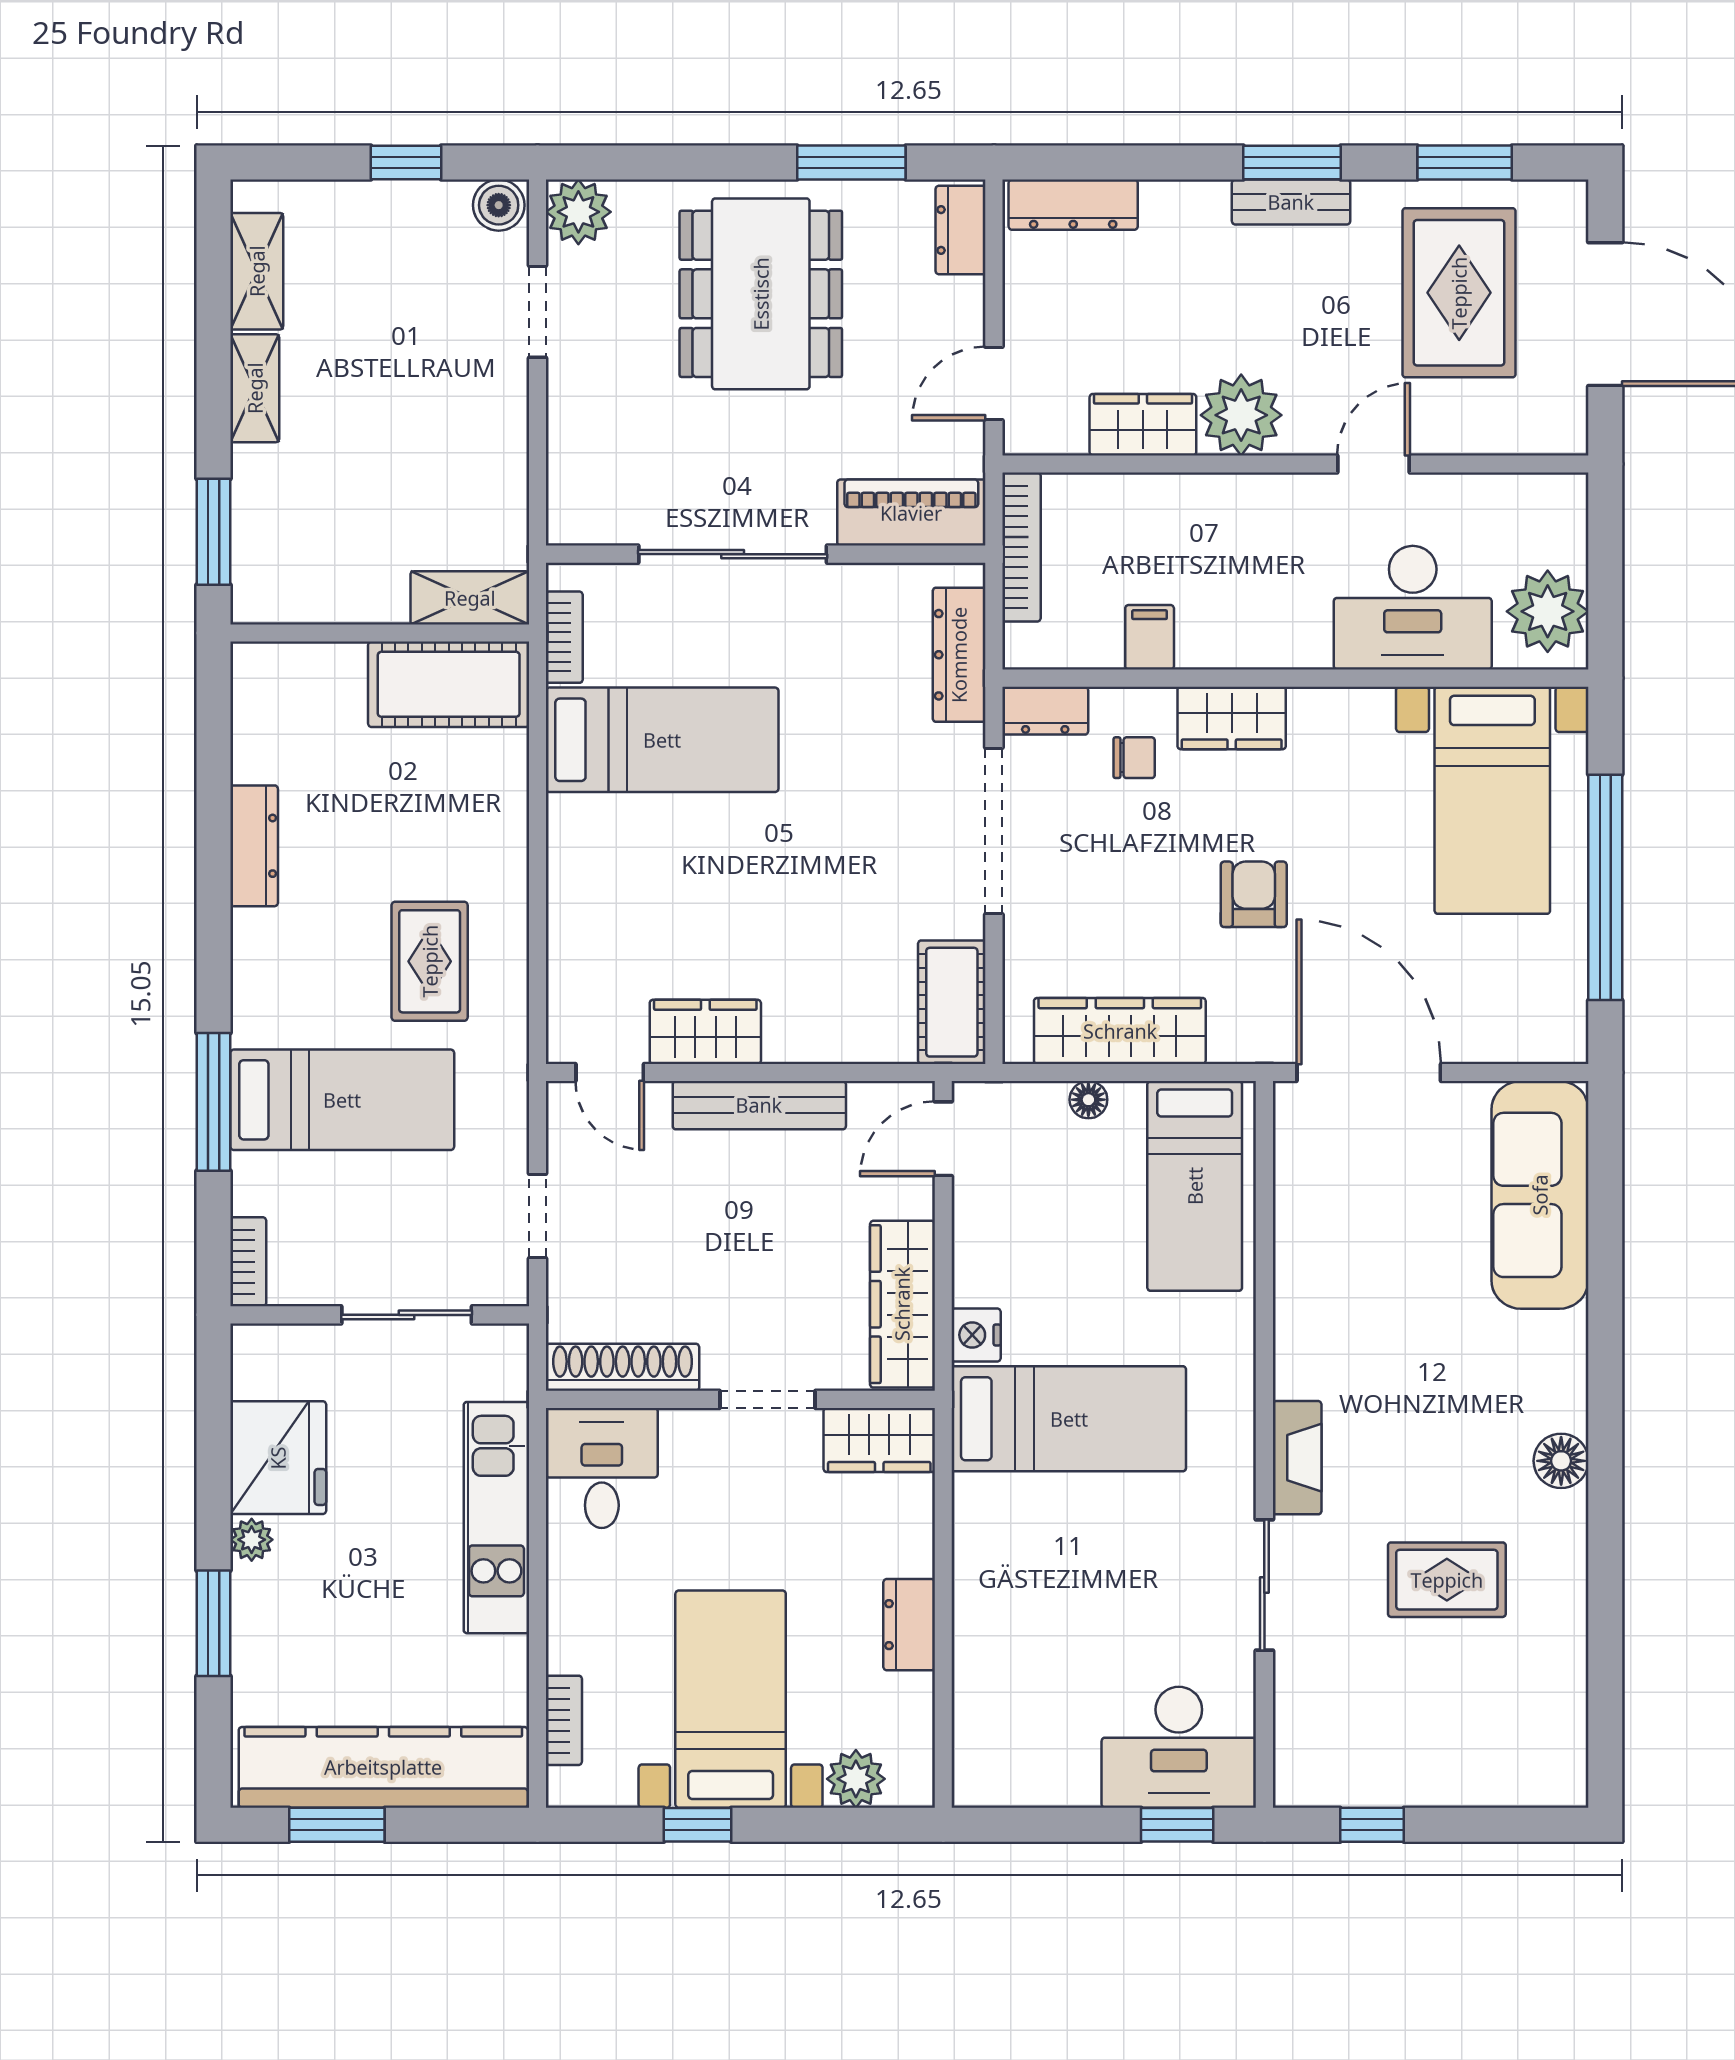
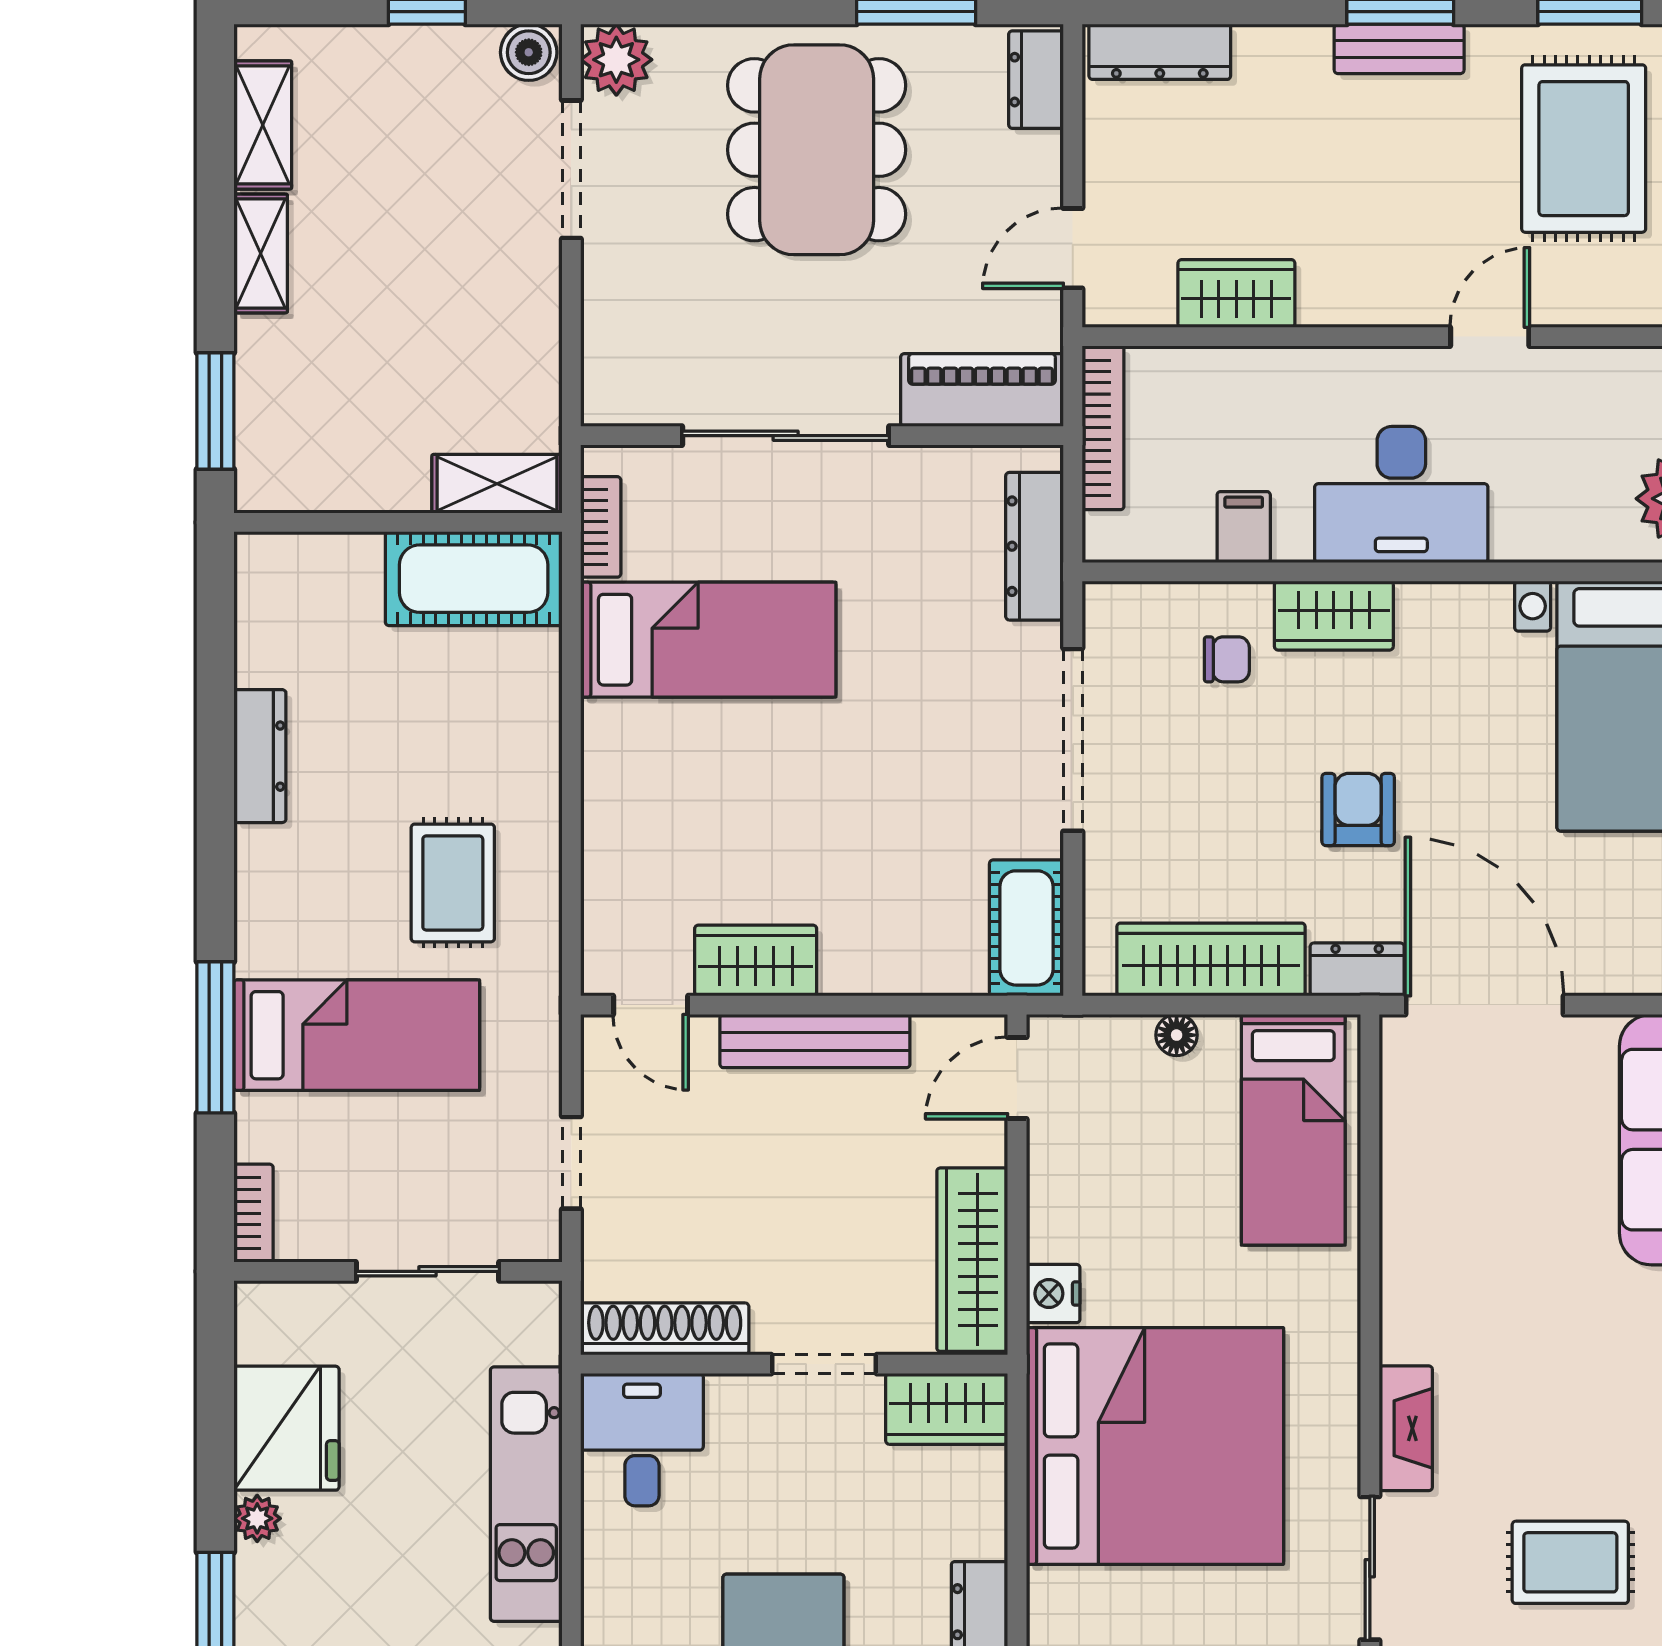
doorway: (538, 312) -> (571, 169), width x1.38
plant: (1241, 415) -> (1344, 283), removed
desk: (1413, 608) -> (1401, 495), moved
dresser: (1045, 711) -> (1357, 969), moved, turned 180
bed: (1069, 1419) -> (1155, 1446), width x2.04

